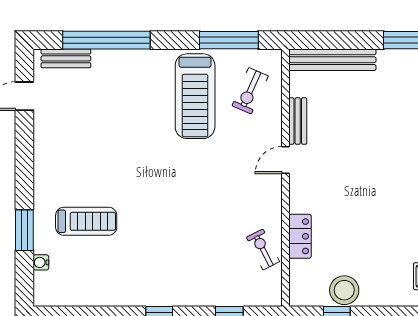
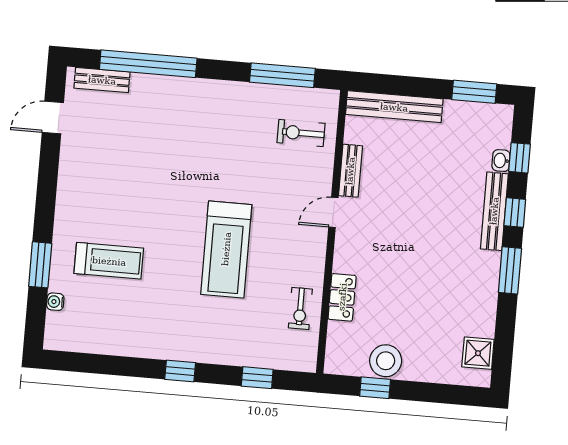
exercise bike: (250, 91) -> (301, 133), turned 66
treadmill: (195, 96) -> (226, 249), moved
exercise bike: (263, 250) -> (300, 308), turned -153

